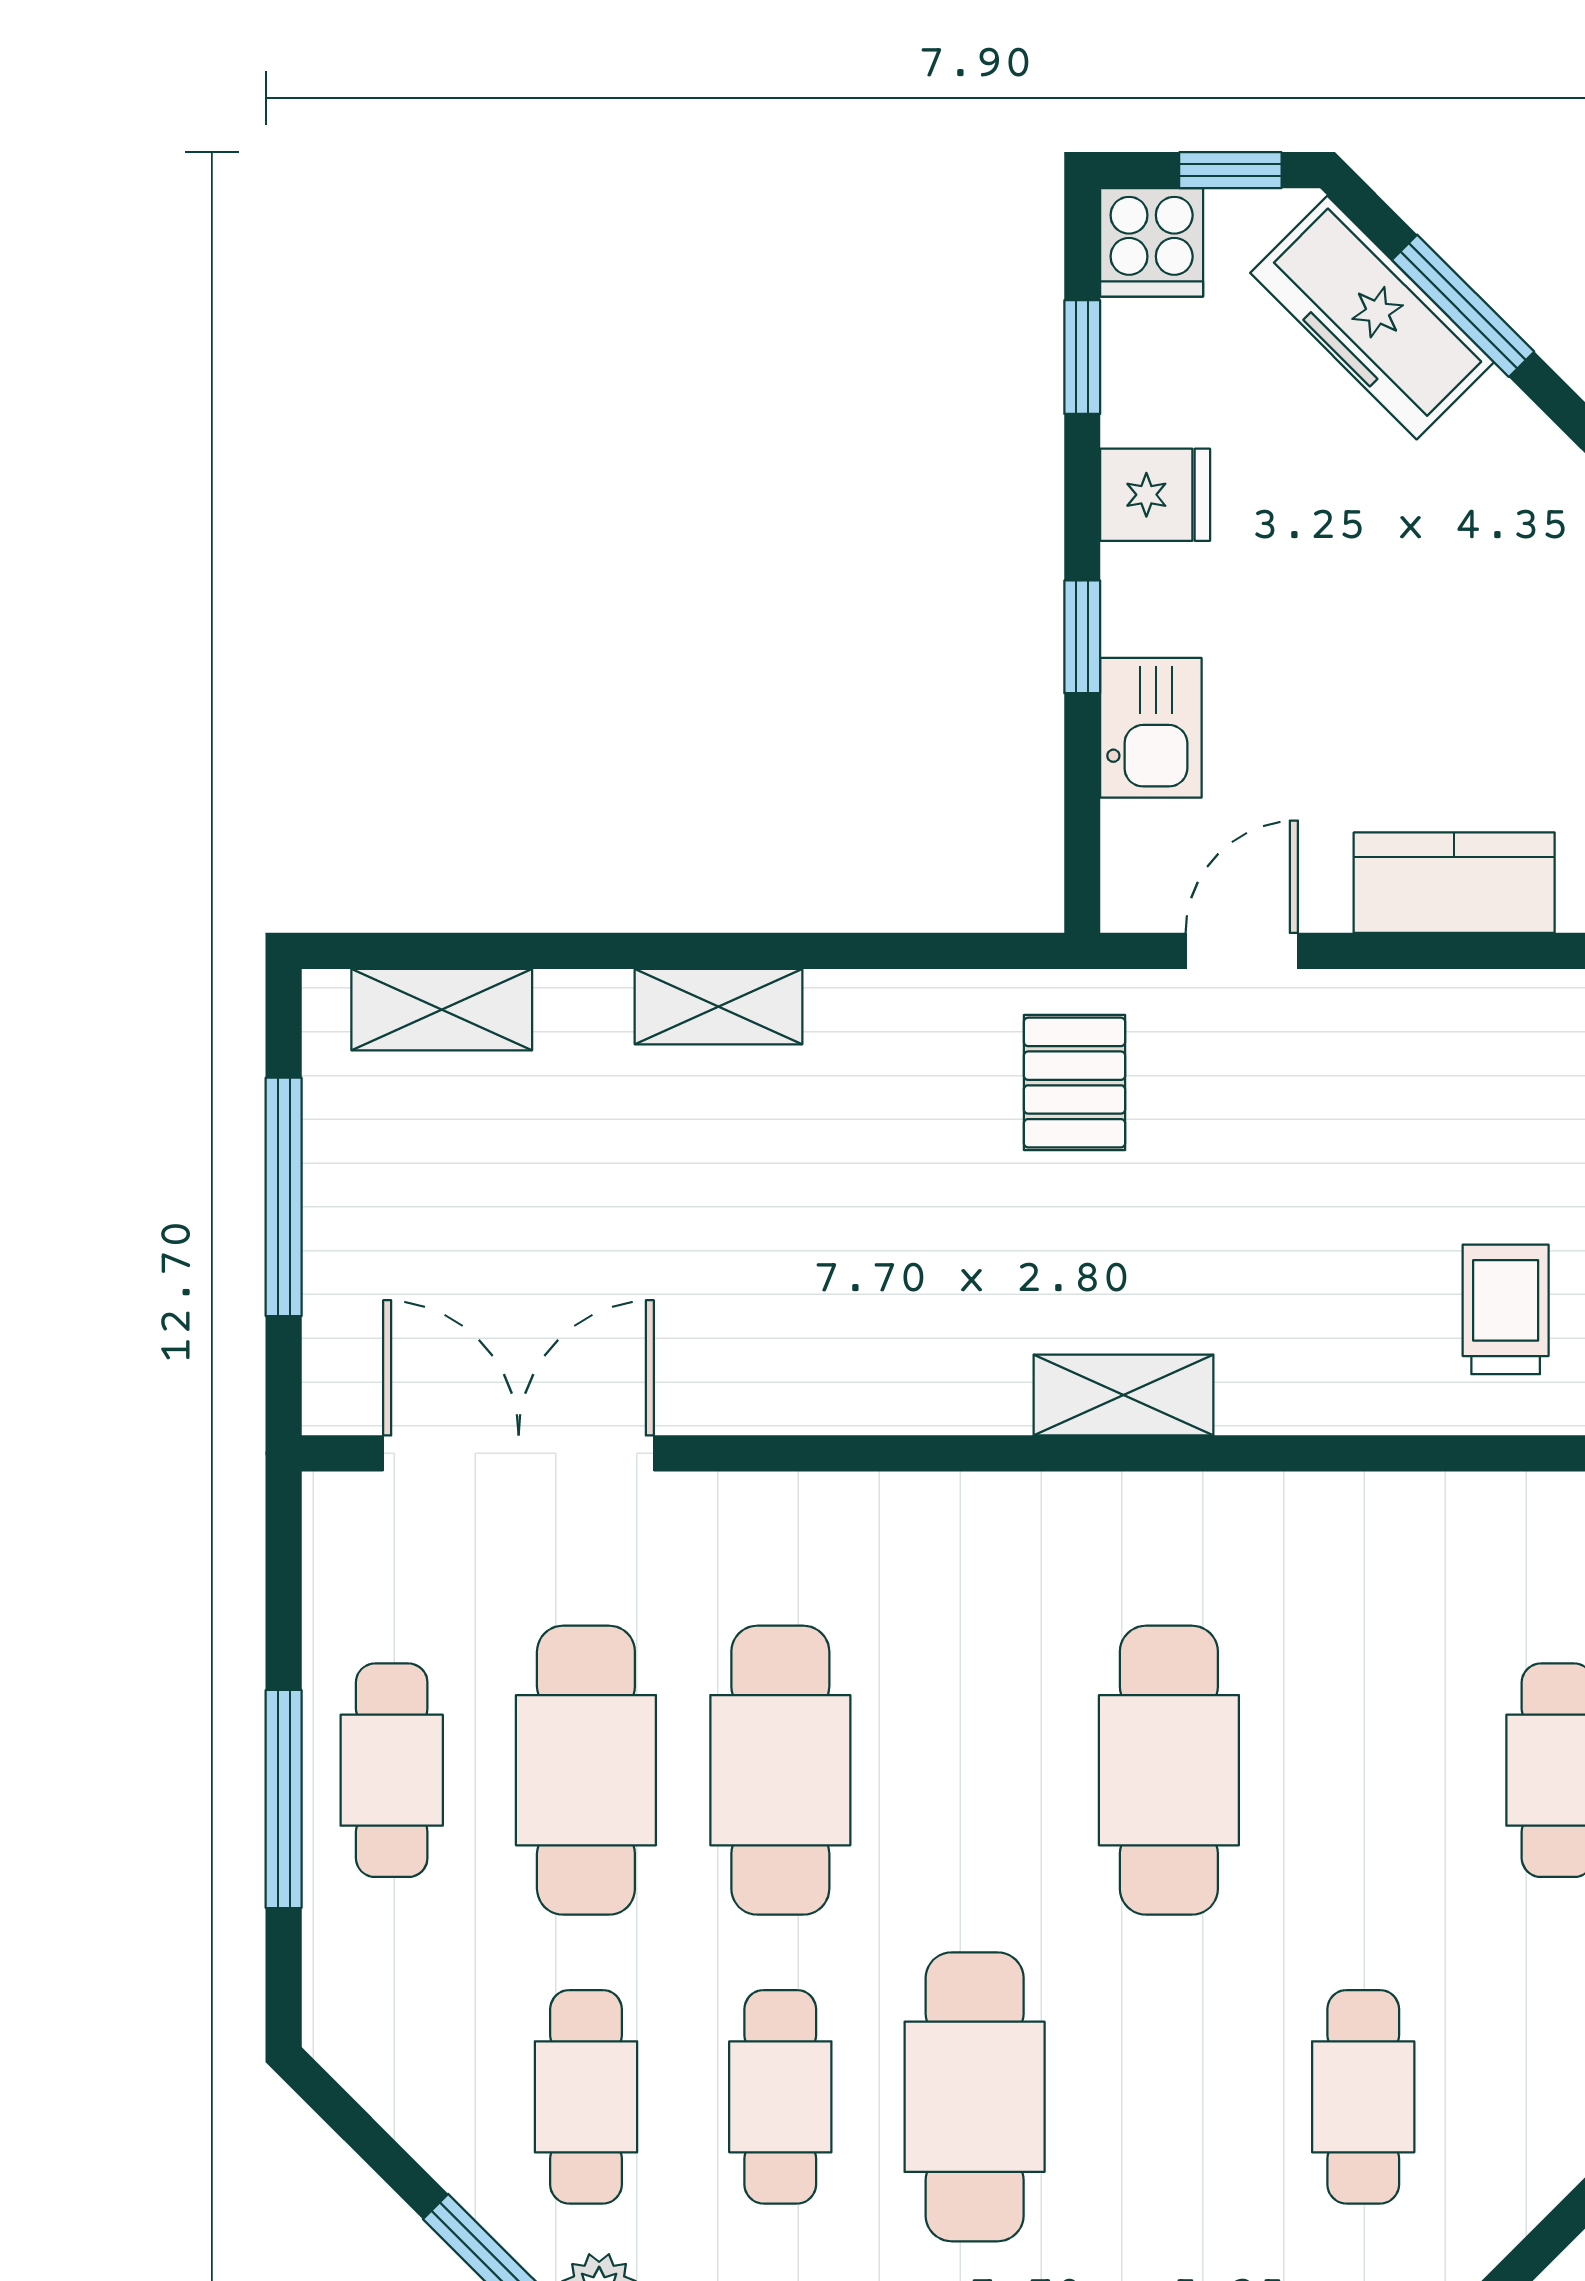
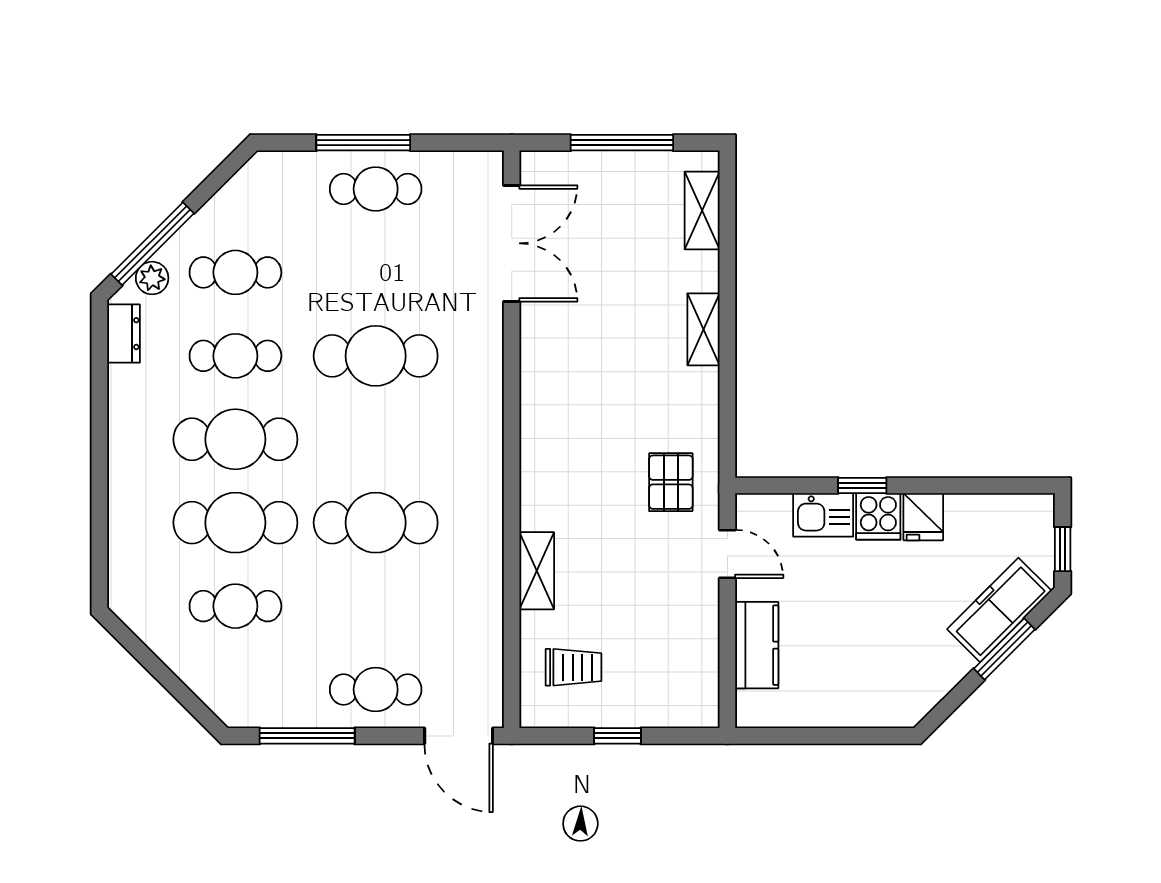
cooker: (1152, 242) -> (878, 516), moved, turned -90
window: (1082, 357) -> (982, 485), removed
pallet: (1075, 1083) -> (671, 482), turned 90
shelving: (1124, 1395) -> (537, 571), moved
cafe table: (586, 1770) -> (235, 523), moved

